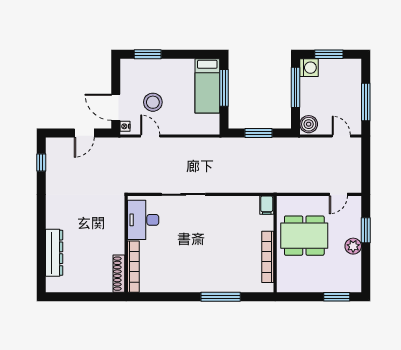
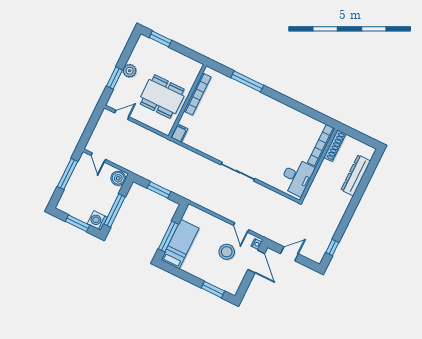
desk: (143, 220) -> (297, 177), moved
wall: (126, 244) -> (318, 165), moved
bookcase: (133, 267) -> (321, 146), moved
shoe rack: (119, 274) -> (335, 146), moved

